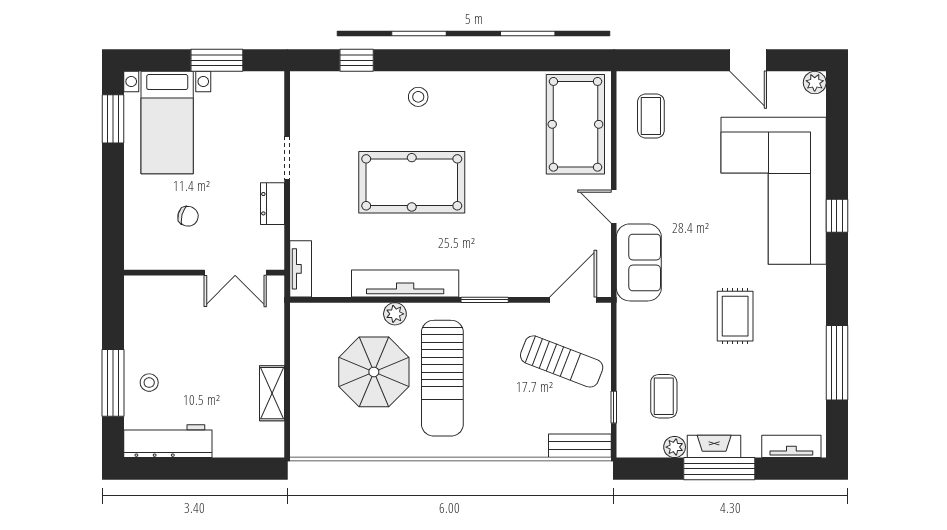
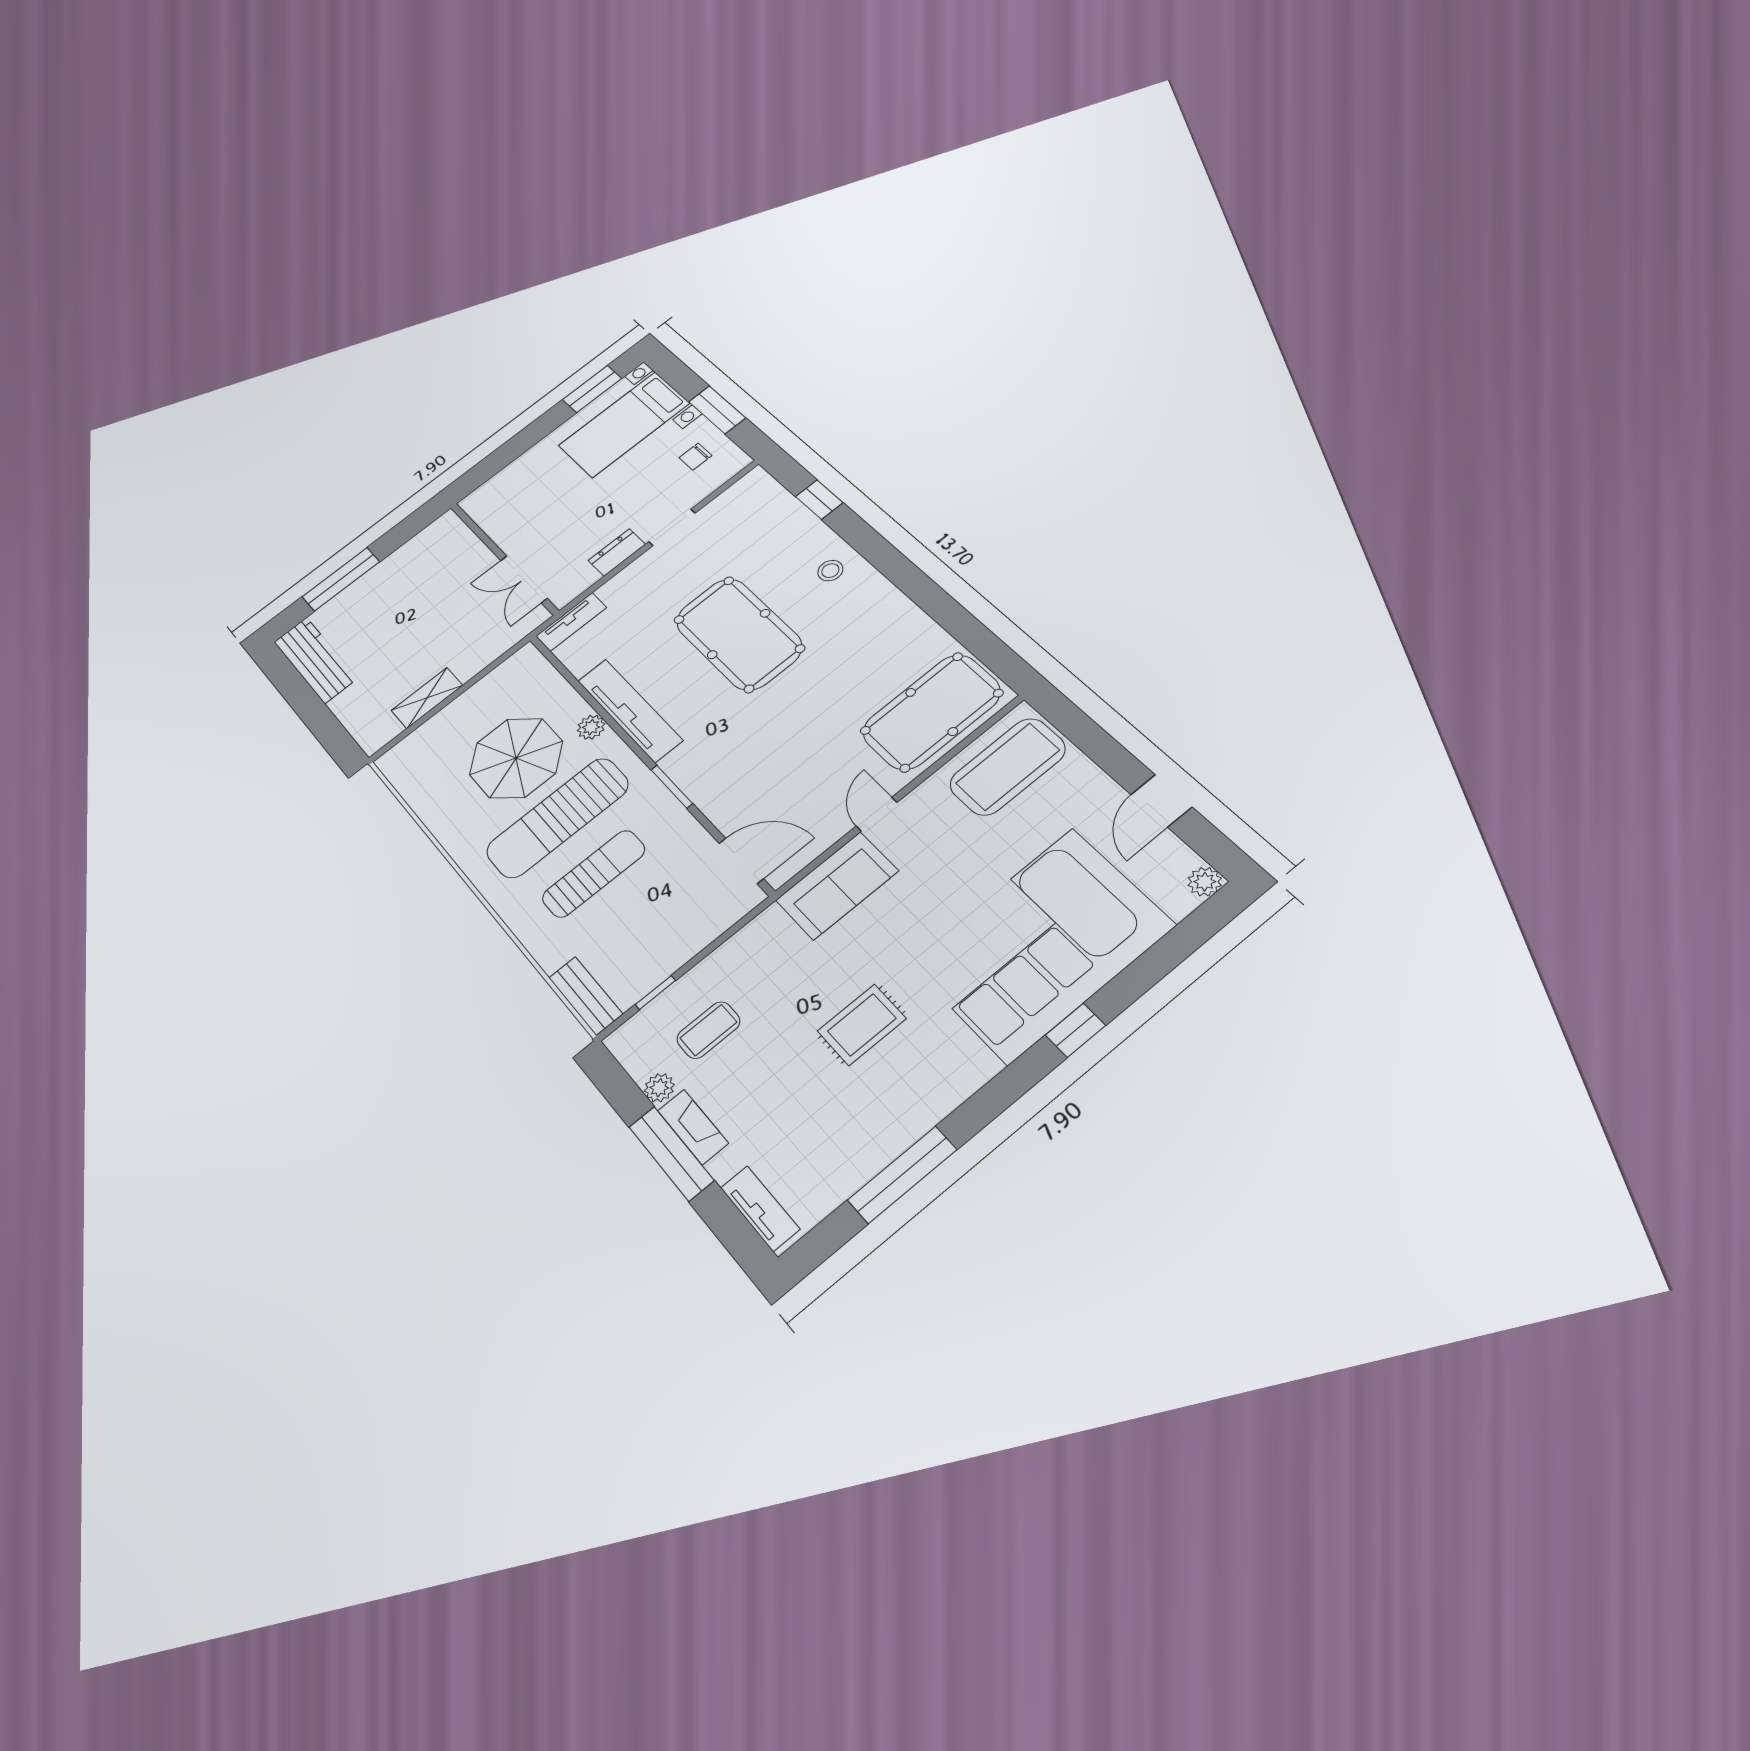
coffee table: (651, 116) -> (1008, 767), width x1.86, depth x1.72
chair: (188, 216) -> (695, 457), moved, turned 75
sun lounger: (562, 361) -> (594, 874), moved, turned -111
stool: (149, 383) -> (362, 603), removed

